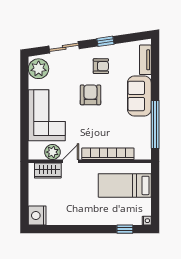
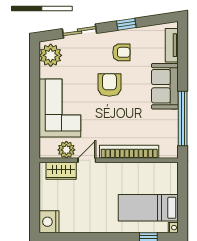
bed: (125, 185) -> (148, 208), moved

